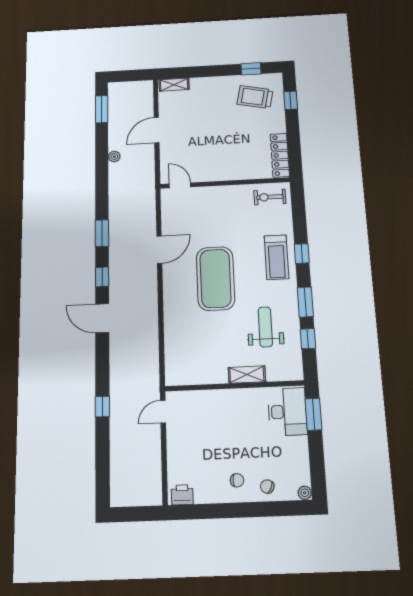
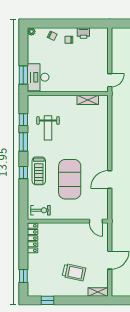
trolley: (255, 97) -> (74, 272), moved
treadmill: (276, 257) -> (39, 171), turned 180
exercise mat: (215, 278) -> (70, 179), moved
shelving: (247, 375) -> (88, 100), moved
printer: (182, 495) -> (83, 33), moved

